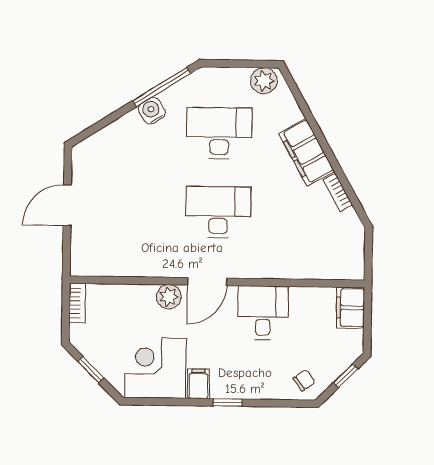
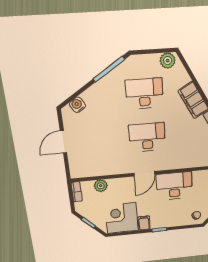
water cooler: (152, 111) -> (77, 105), moved
plant: (169, 297) -> (101, 186), moved
desk: (263, 313) -> (174, 186), width x1.37

